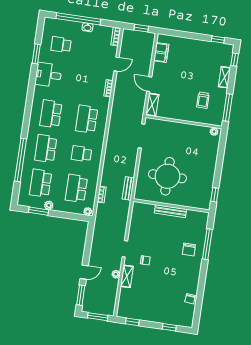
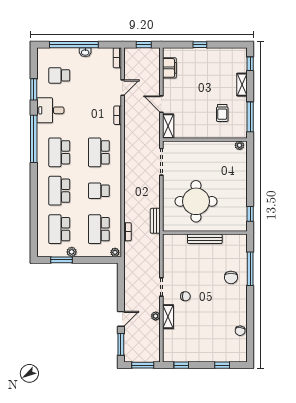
window: (218, 40) -> (200, 45), moved
window: (21, 160) -> (34, 139), moved

